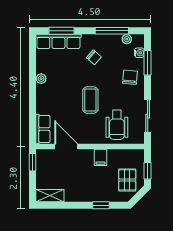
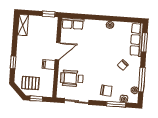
coffee table: (90, 100) -> (92, 60), removed
door: (66, 146) -> (58, 51), moved

